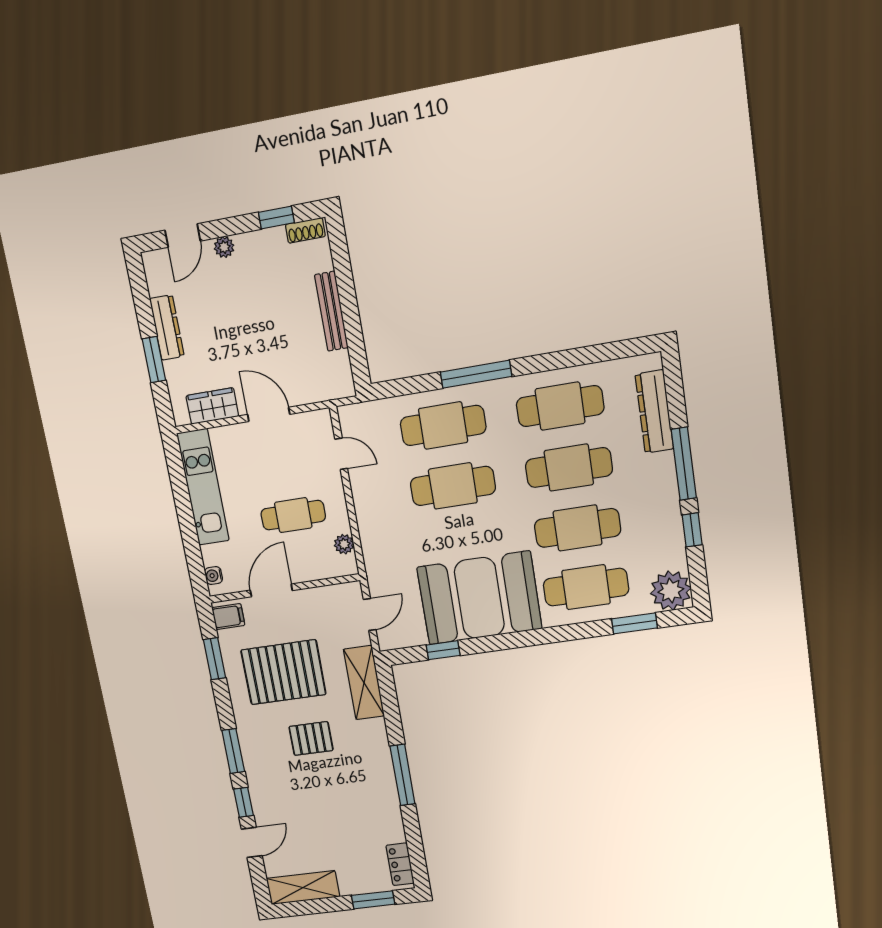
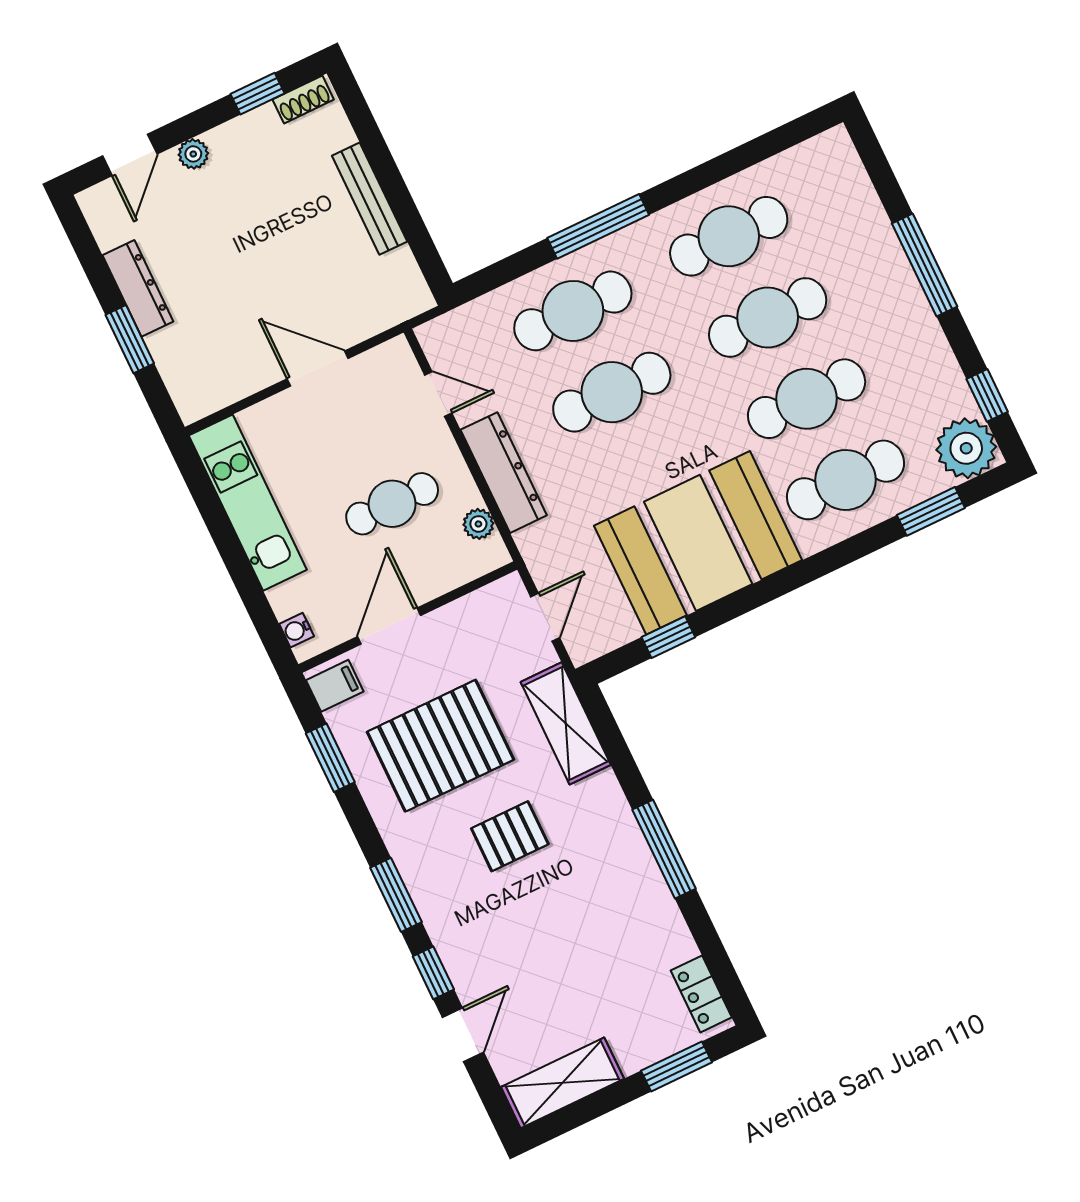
wardrobe: (212, 406) -> (232, 381), removed
dresser: (654, 412) -> (504, 473), moved, turned 180
window: (692, 530) -> (987, 395), moved

